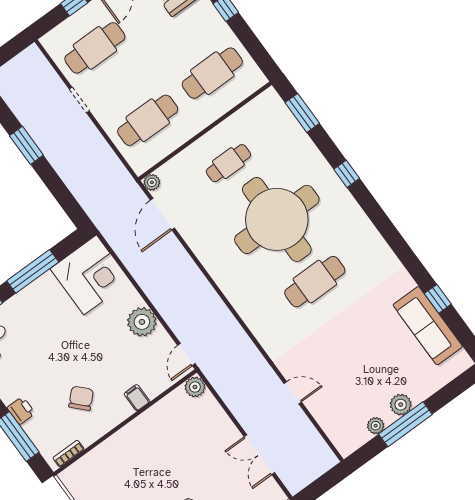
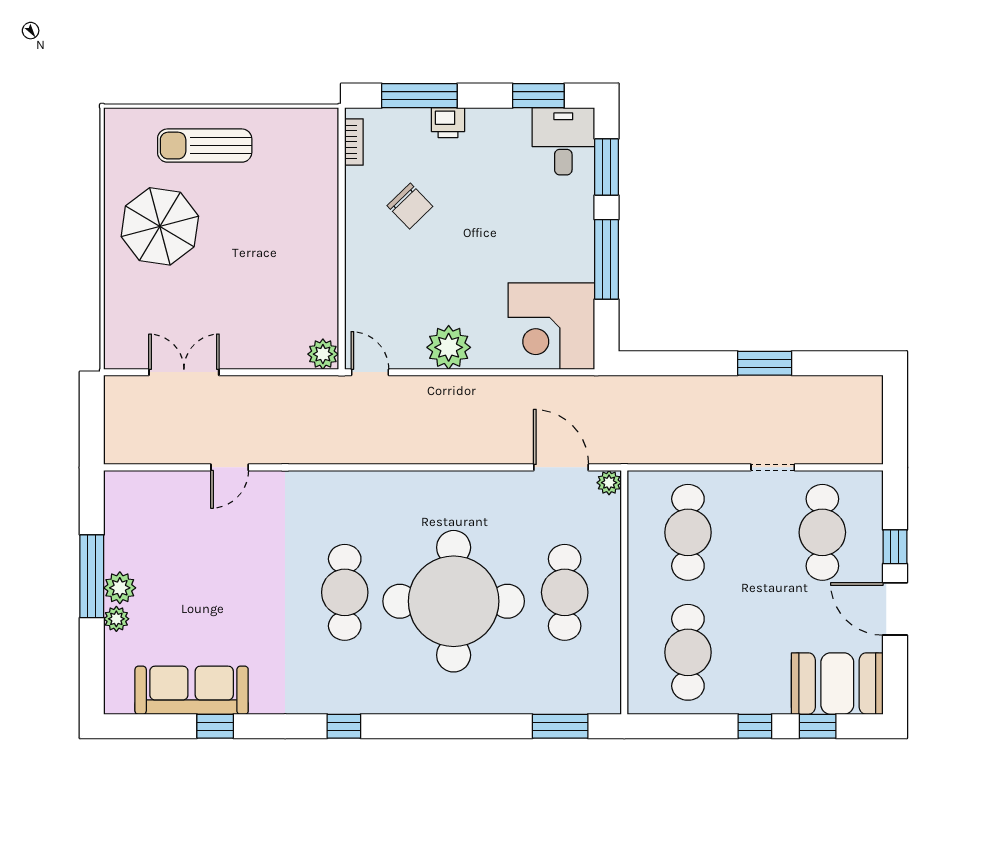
cafe table: (228, 163) -> (565, 592), width x1.37, depth x1.35
window: (347, 174) -> (344, 726), moved
filing cabinet: (137, 398) -> (361, 274), removed
plant: (376, 426) -> (116, 619), moved

